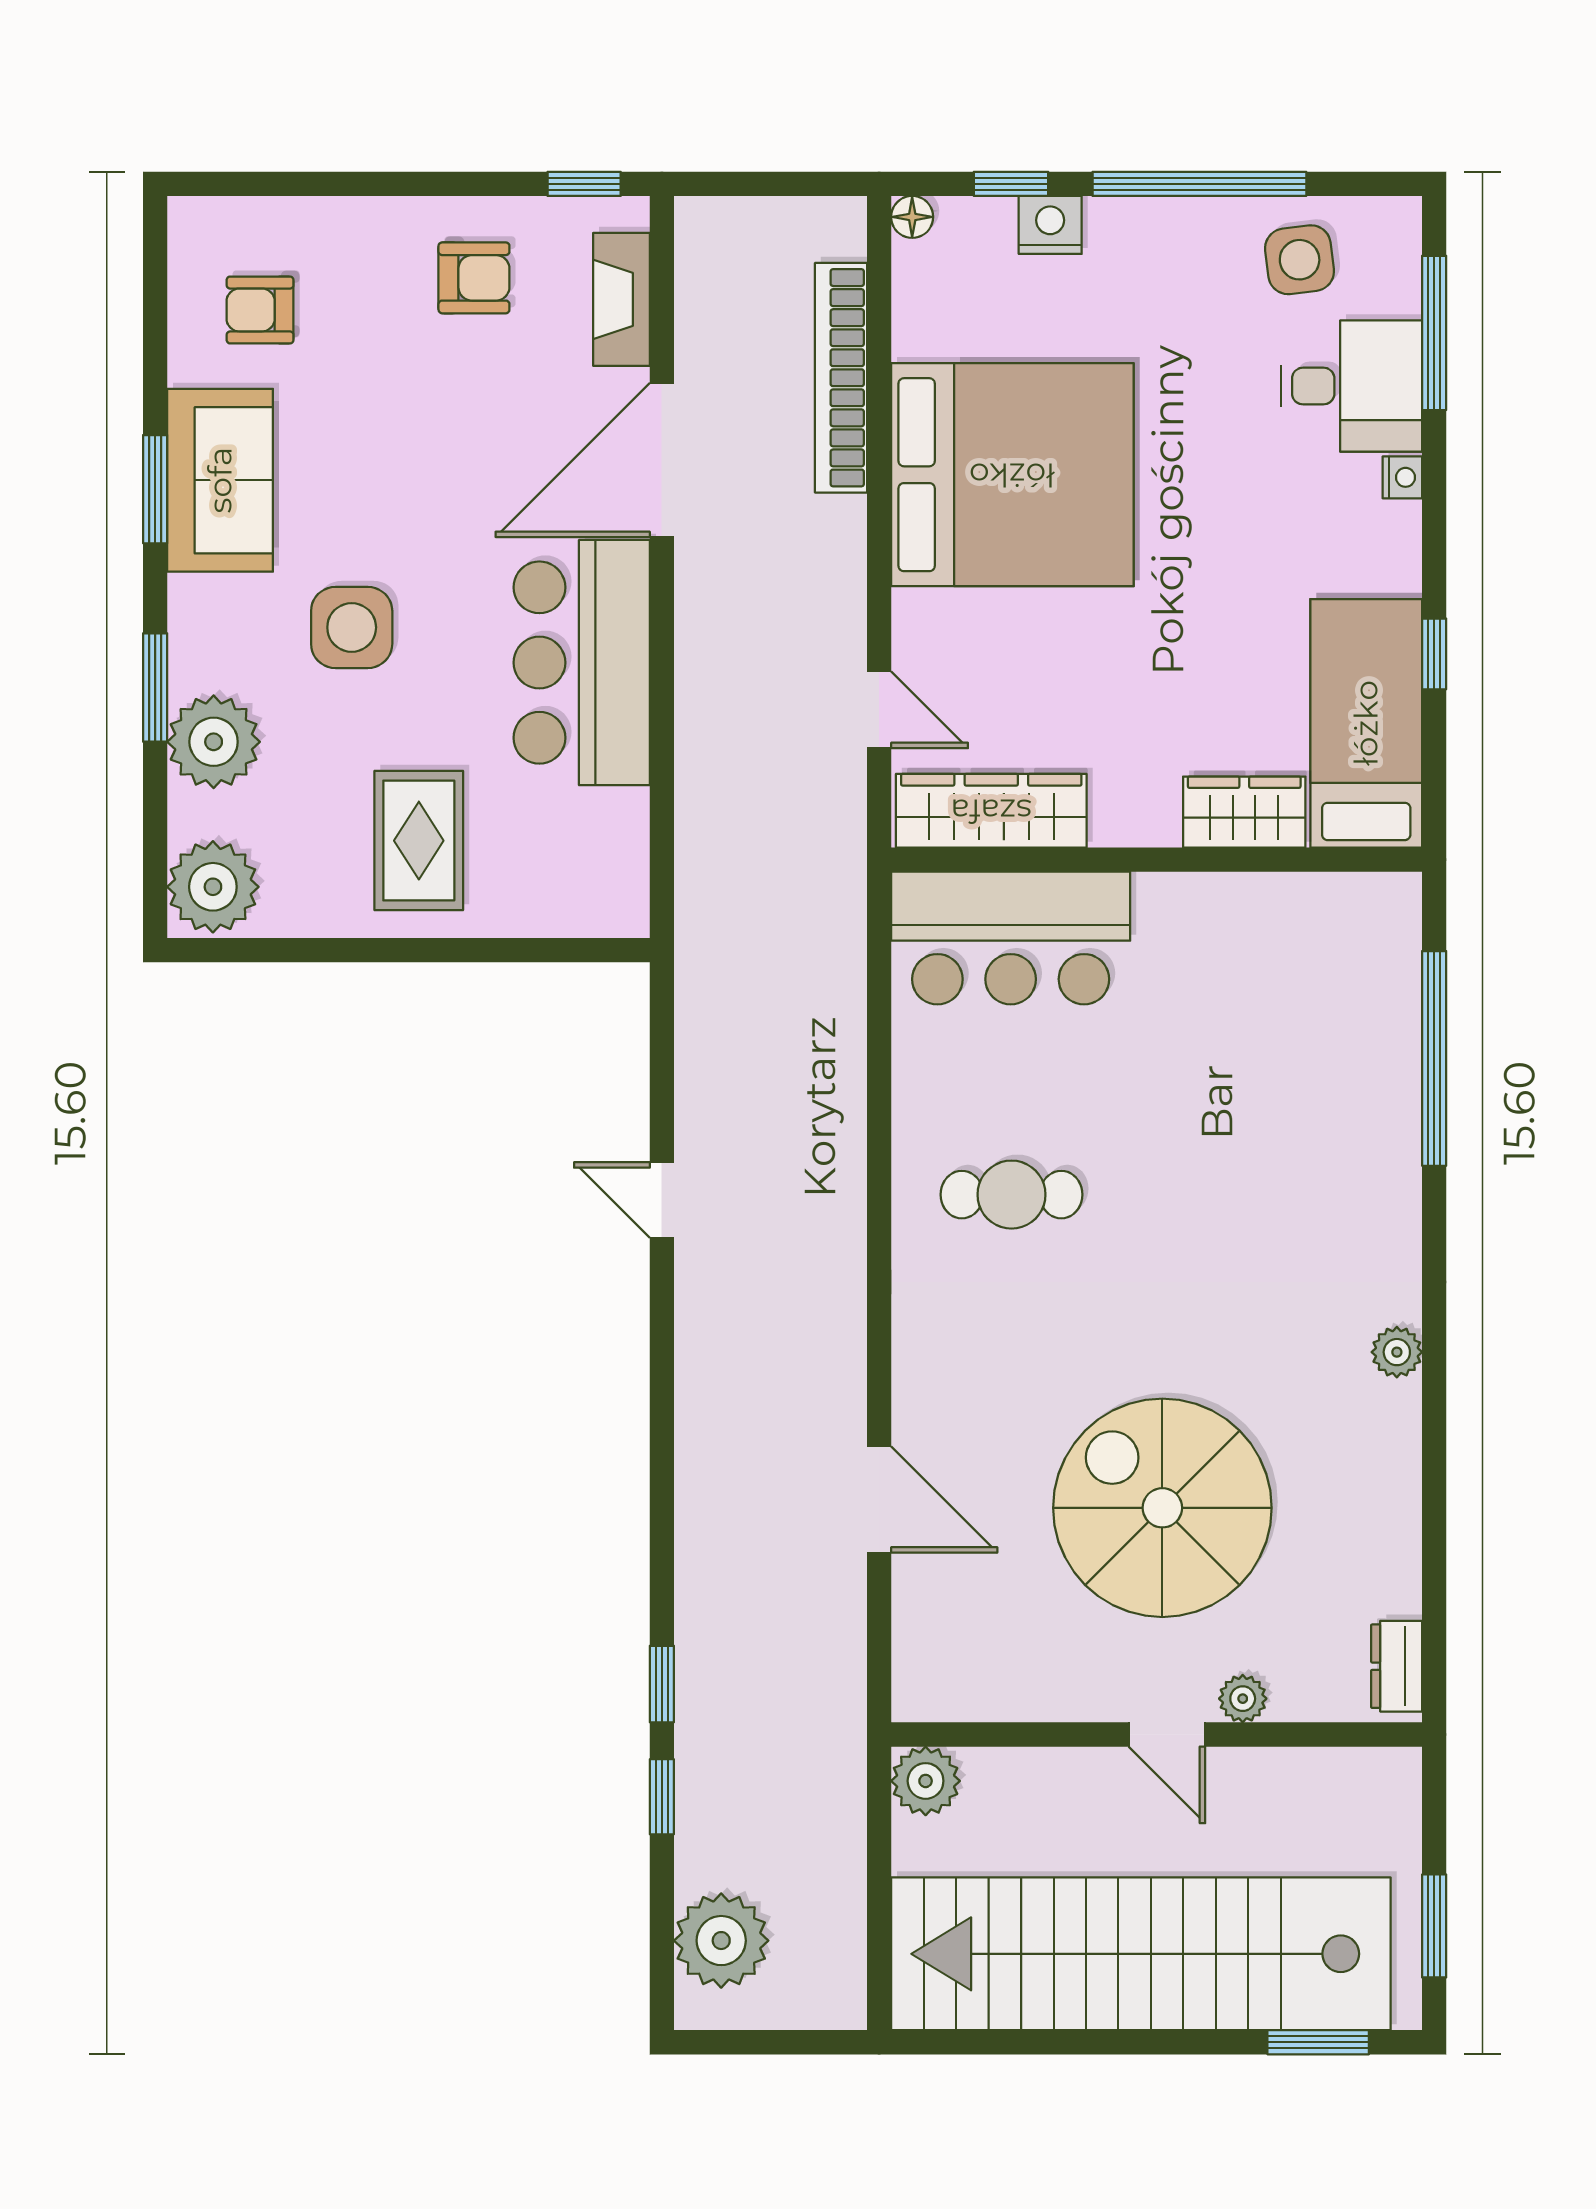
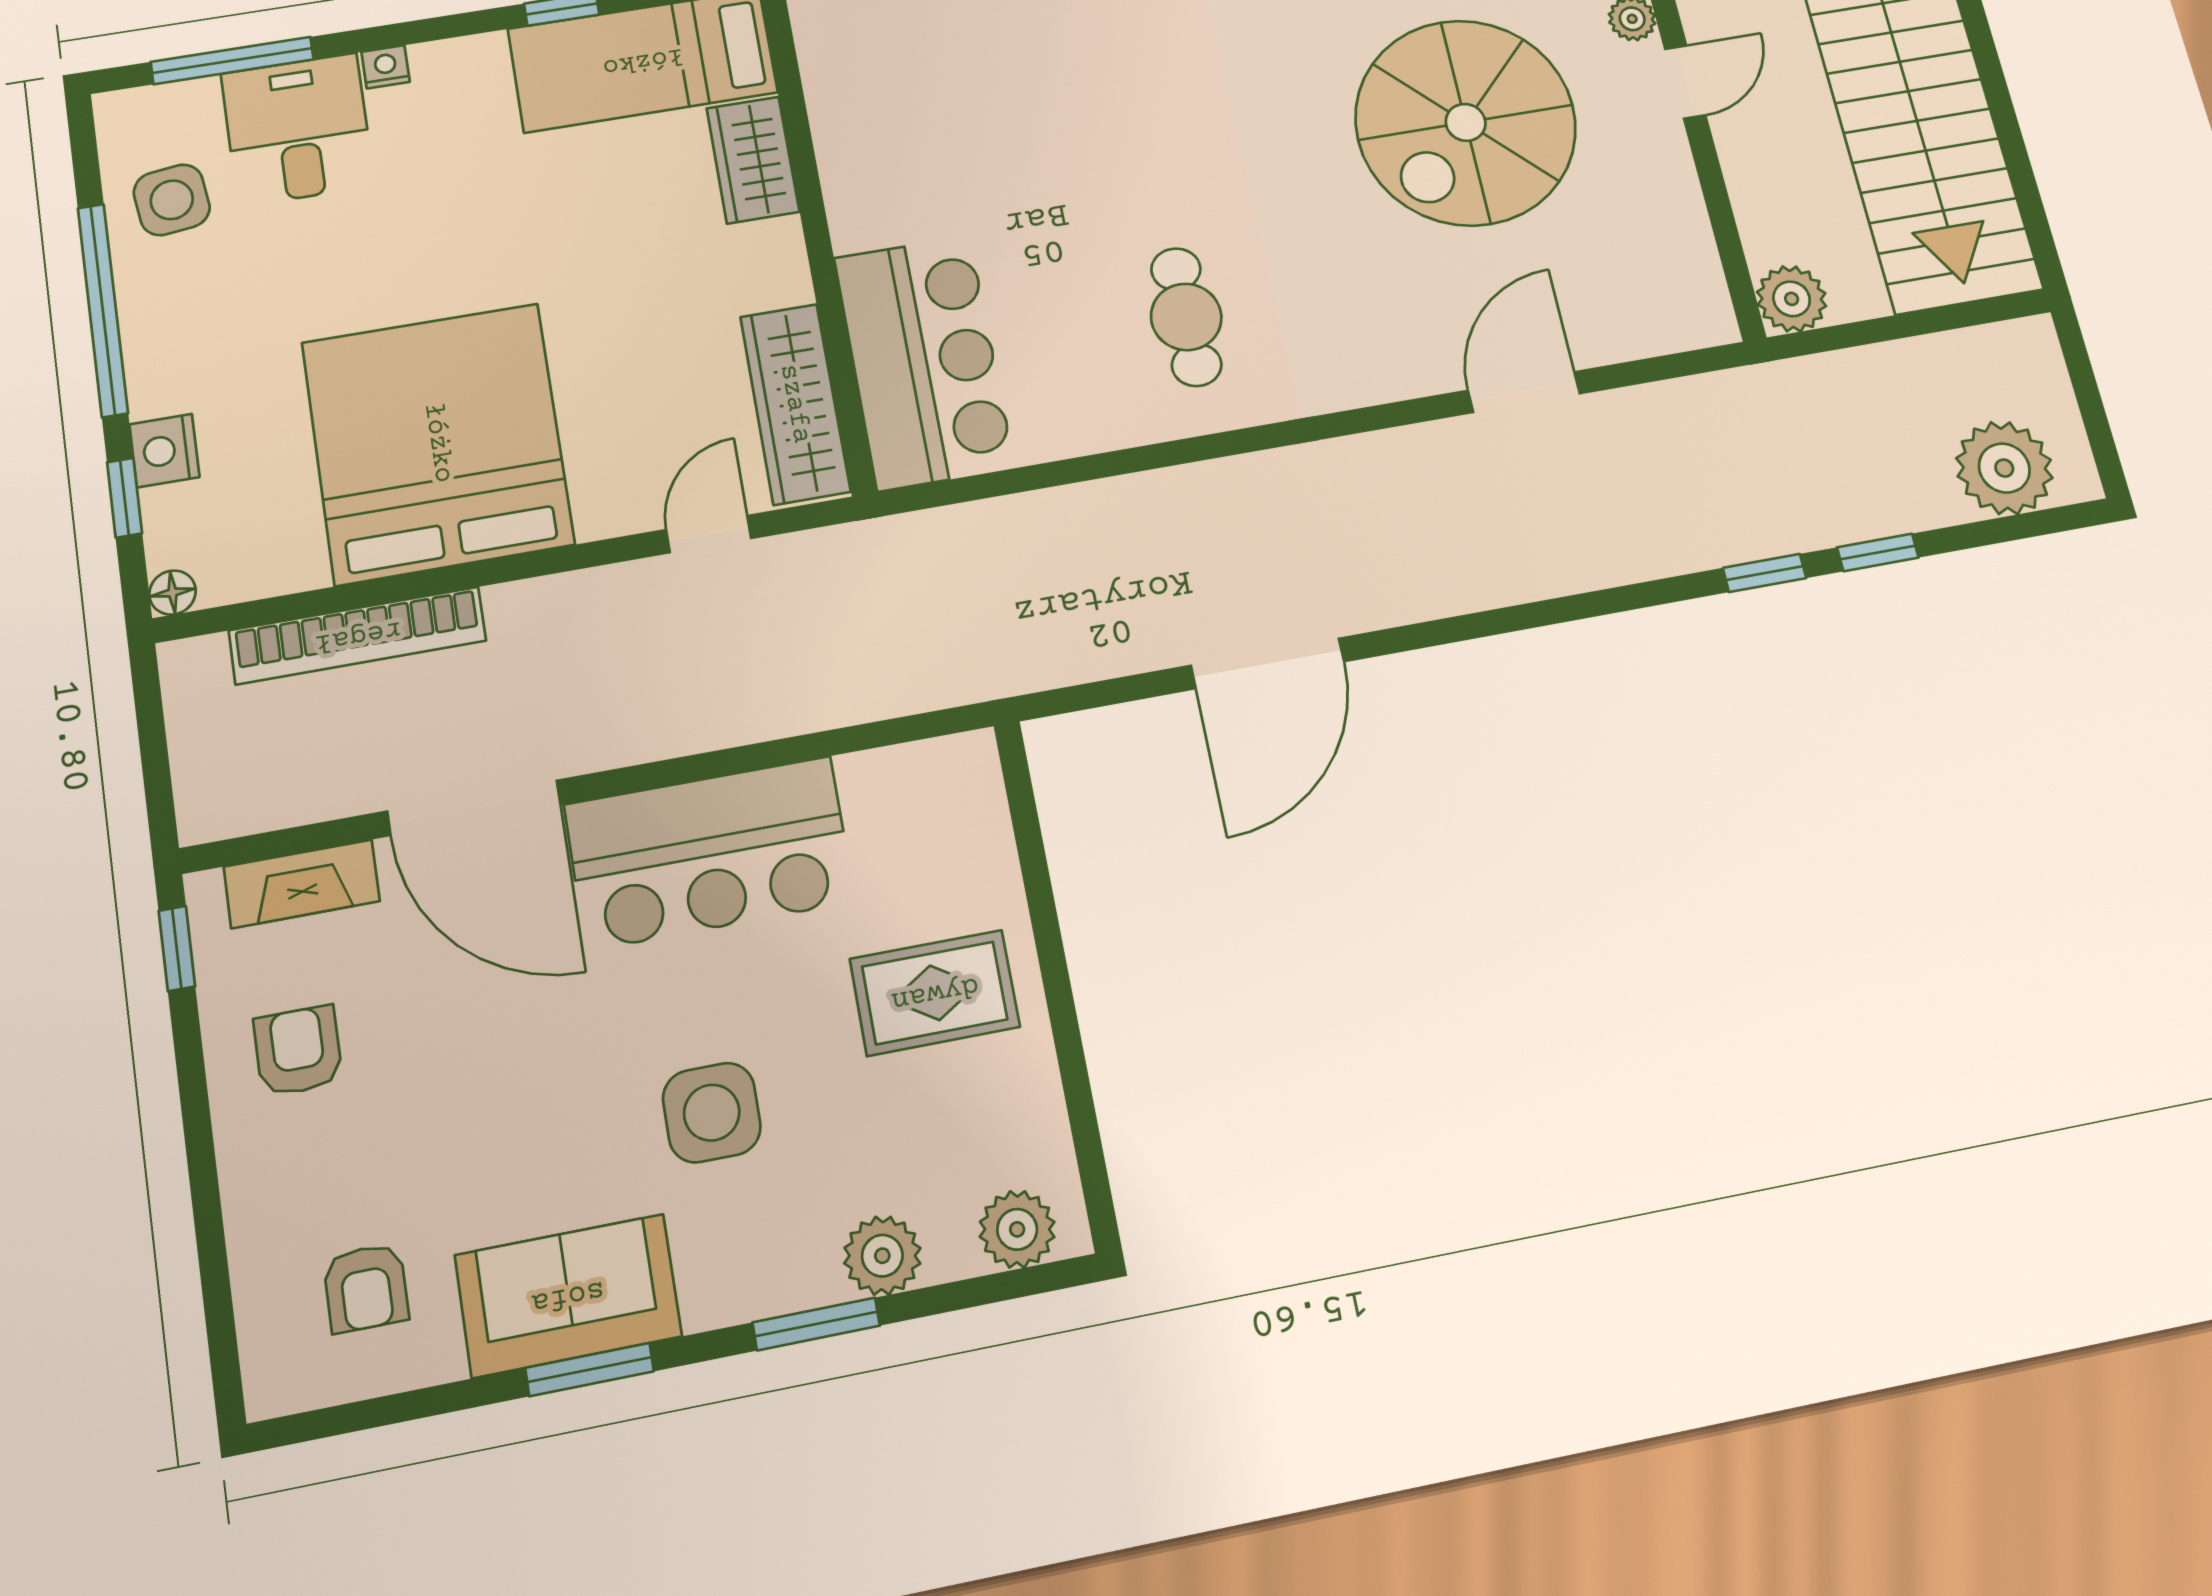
plant: (214, 742) -> (882, 1256), width x0.73, depth x0.73
plant: (213, 887) -> (1017, 1229), width x0.73, depth x0.73
door: (662, 1200) -> (1268, 663), width x1.88

